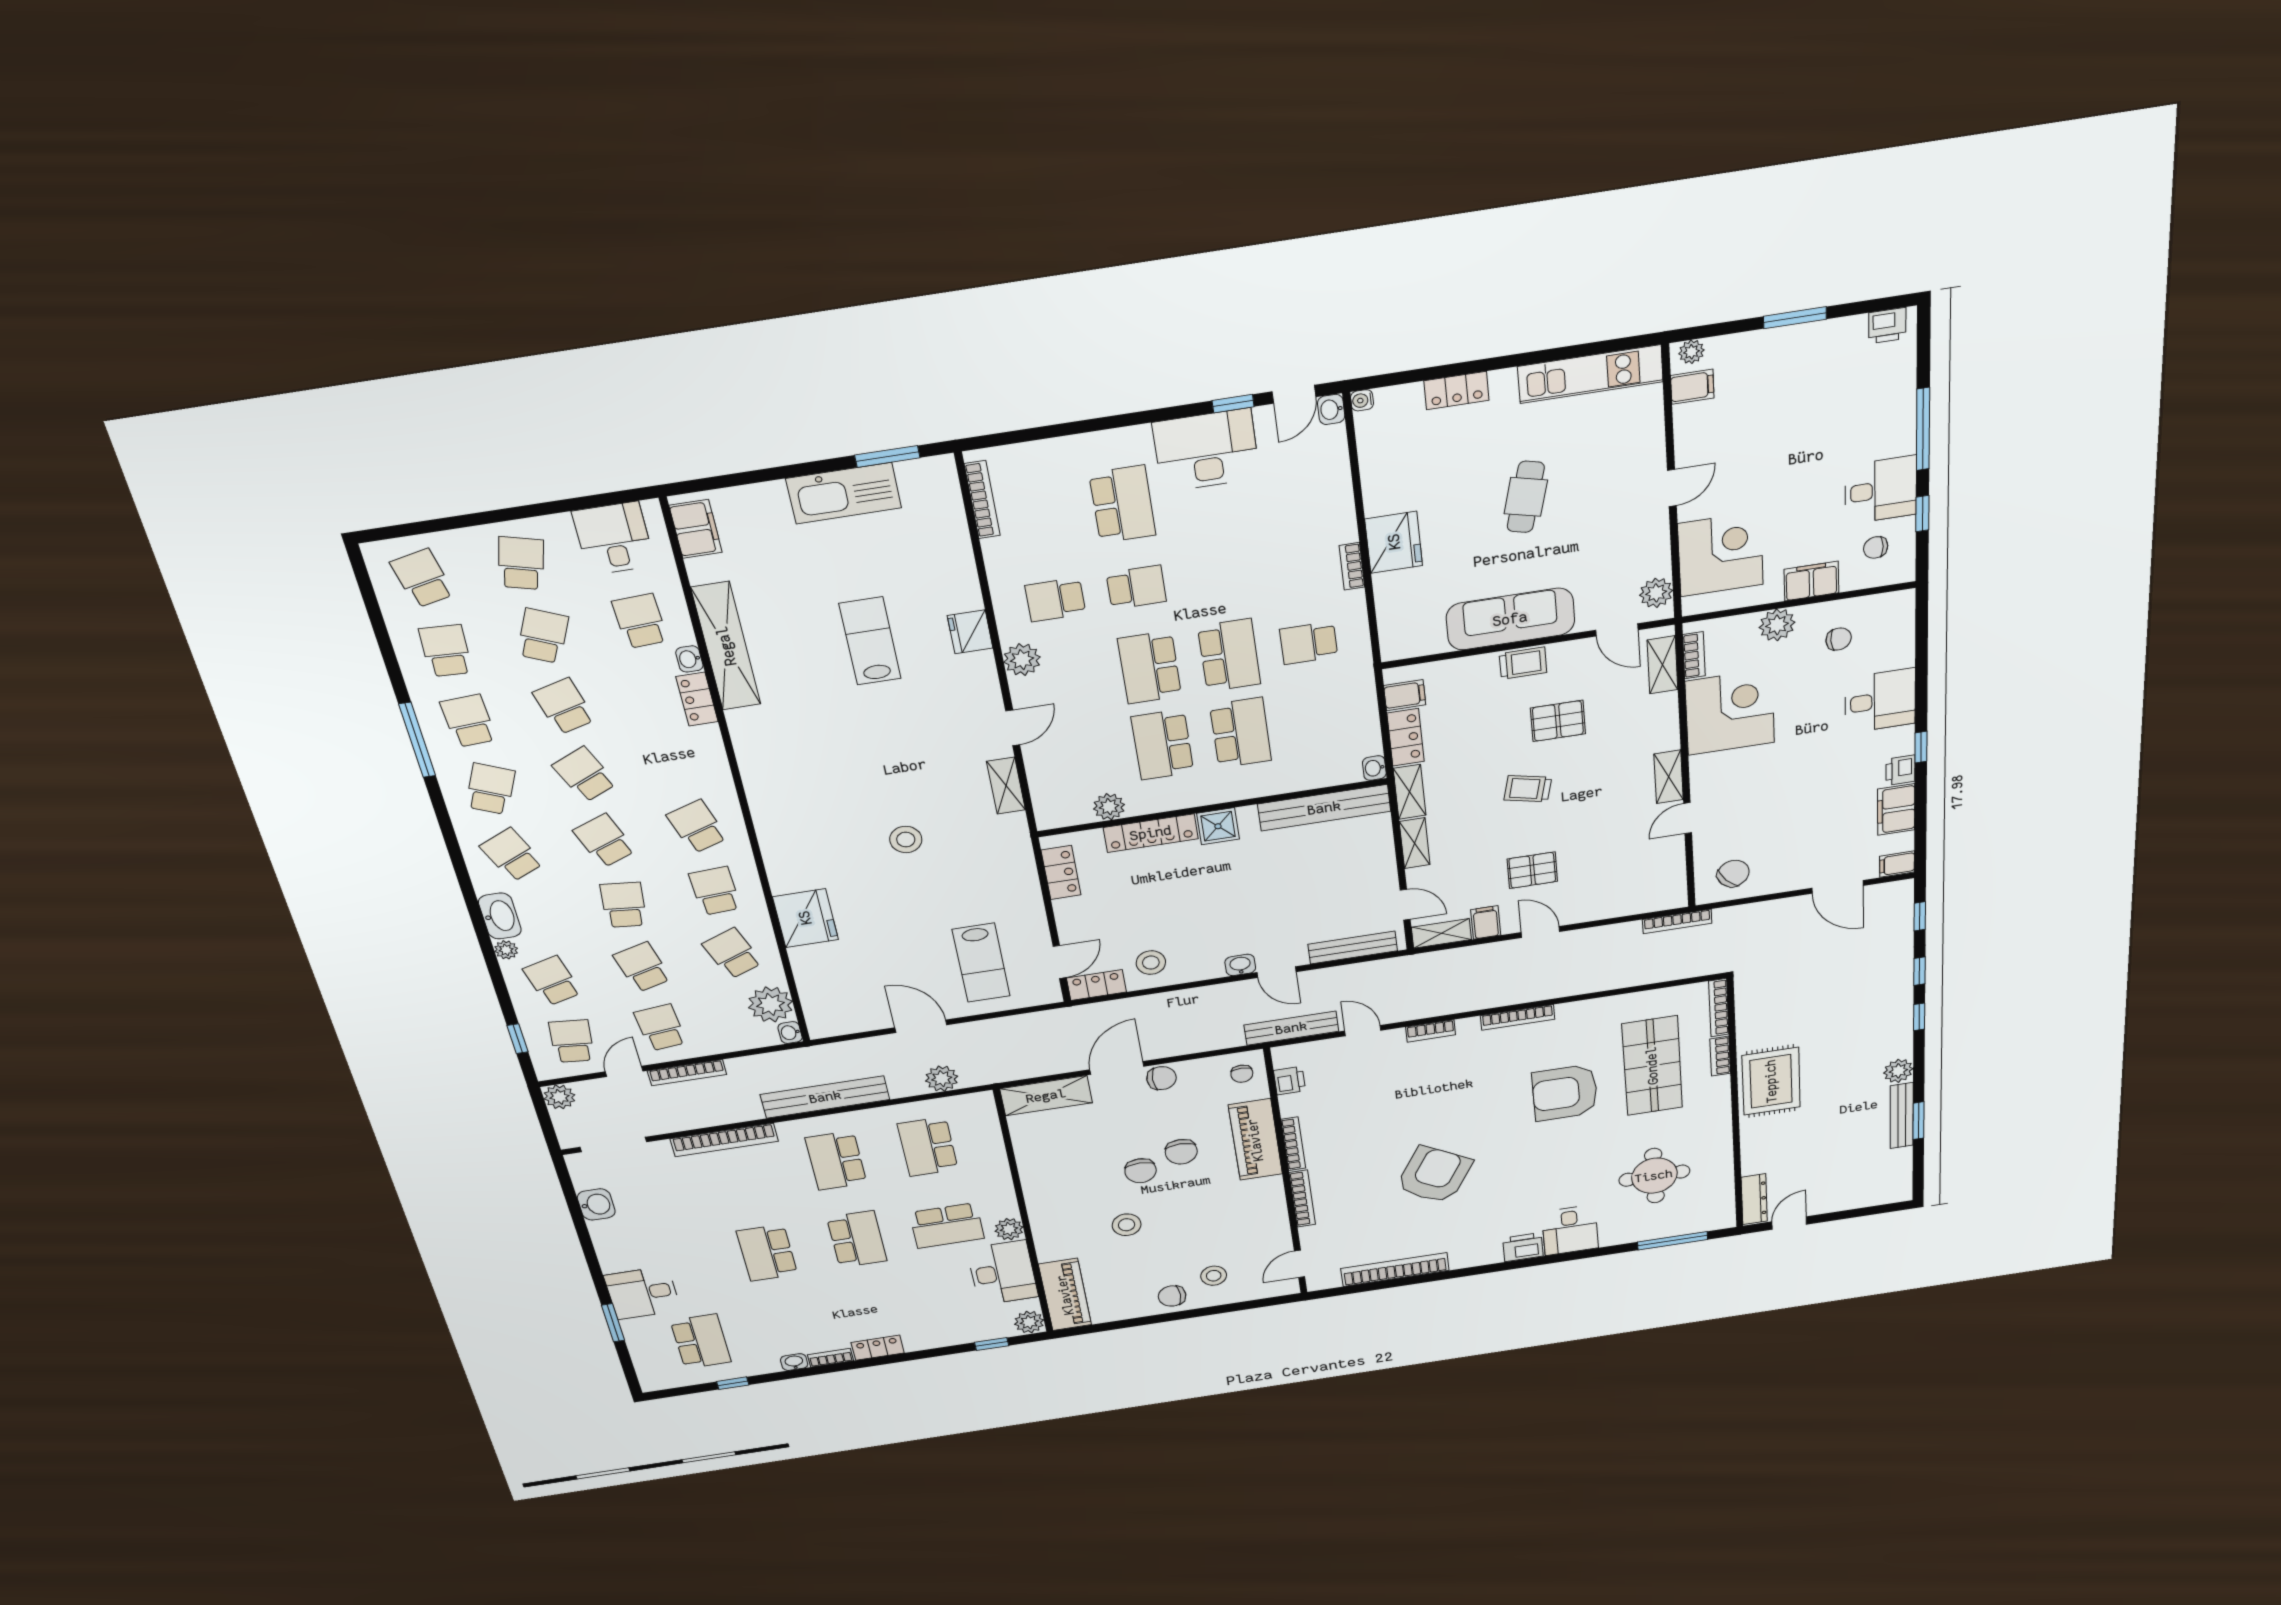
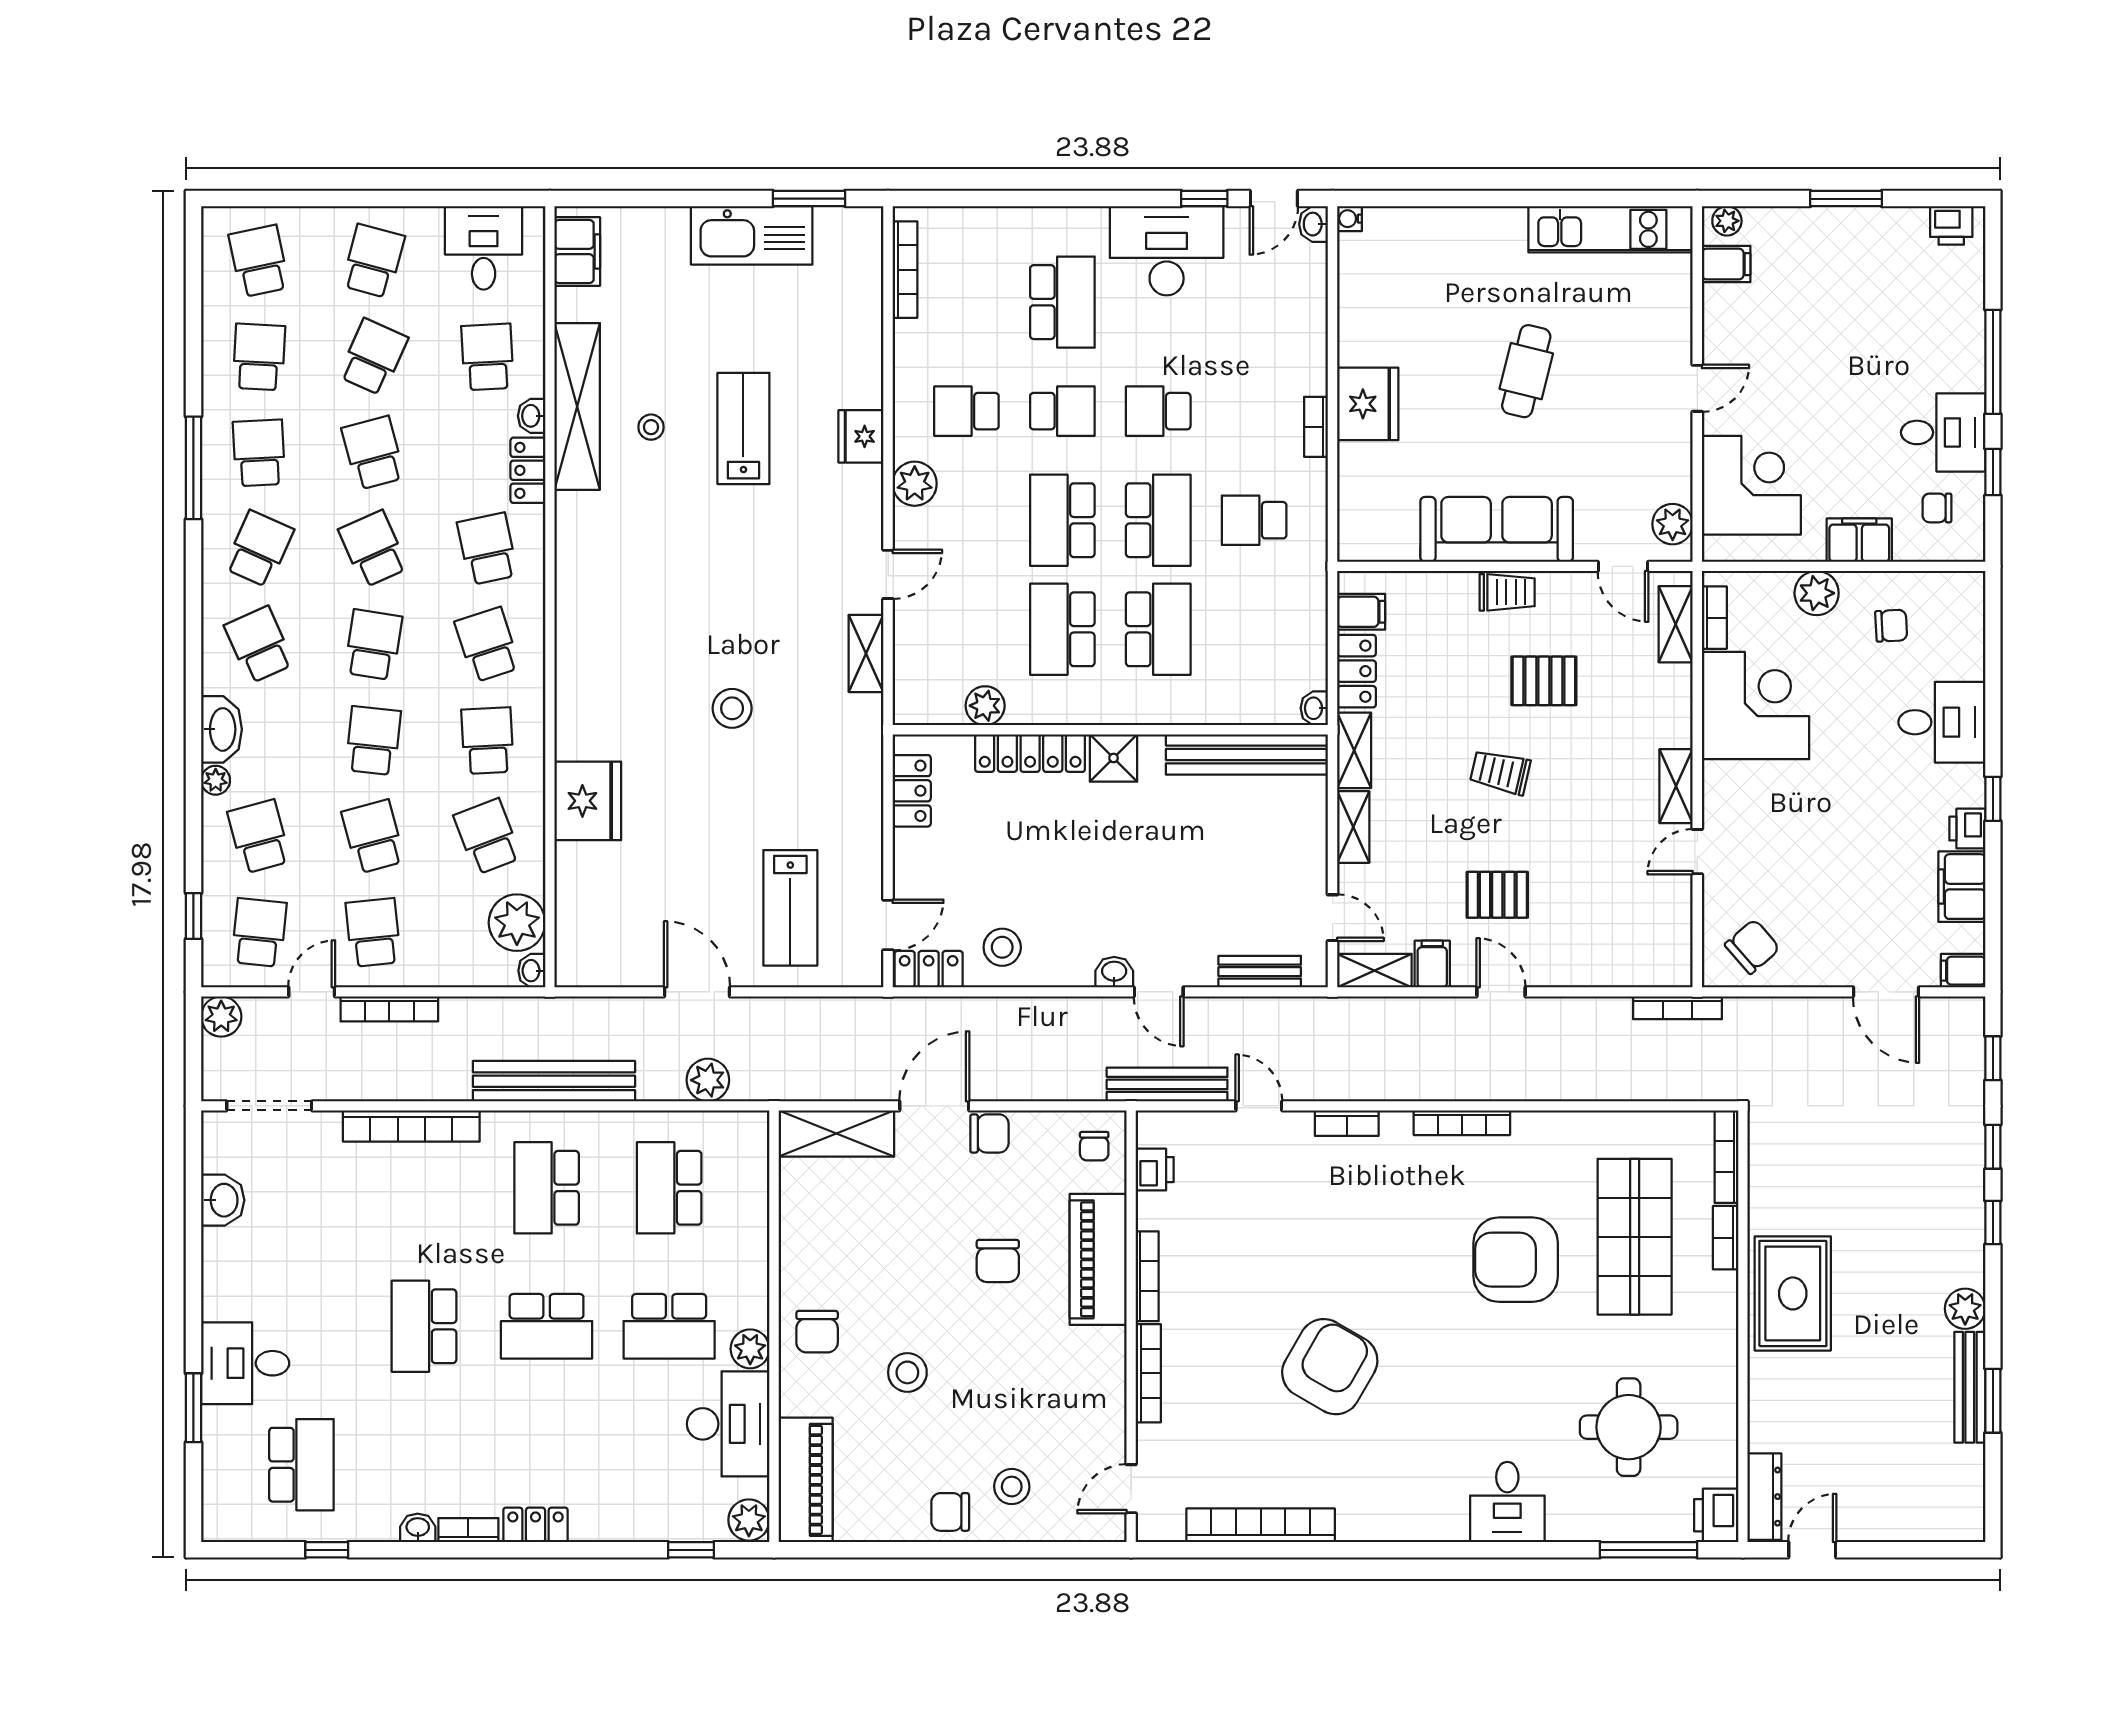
locker: (1456, 391) -> (1457, 224), removed
school desk: (1217, 575) -> (1158, 411), added
stool: (792, 652) -> (651, 427), added
school desk: (679, 760) -> (487, 549), added
school desk: (604, 841) -> (373, 645), turned 30
bench: (1353, 948) -> (1260, 972), width x0.73
chair: (1141, 1171) -> (817, 1332), moved
school desk: (857, 1239) -> (547, 1326), turned 90
printer: (1523, 1247) -> (1716, 1515), moved, turned -90

